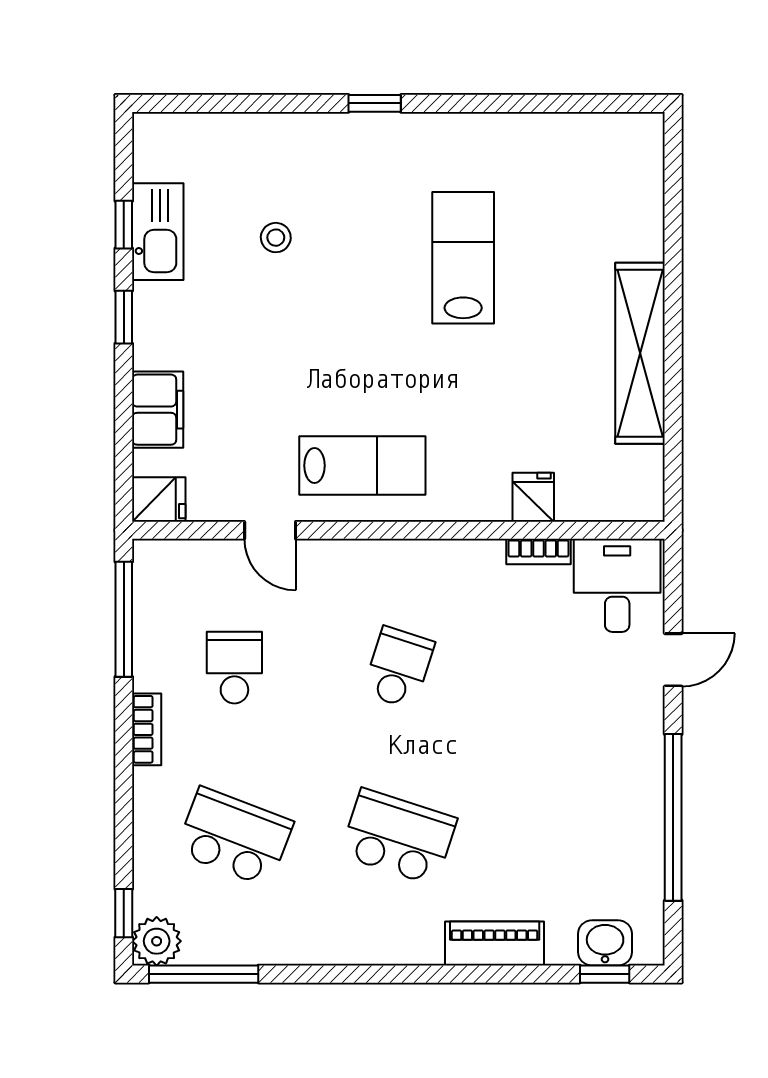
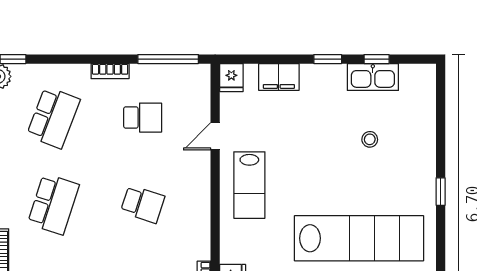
lab bench: (463, 258) -> (359, 238), width x1.86, depth x1.39

